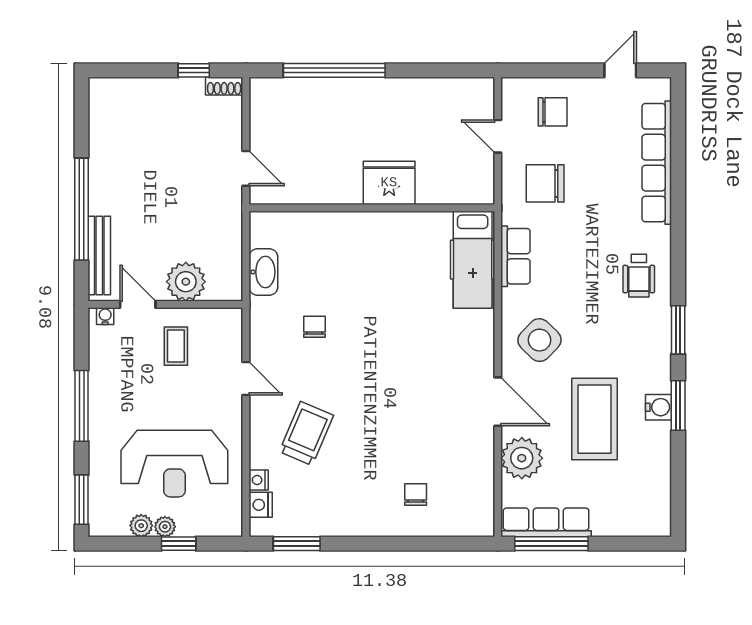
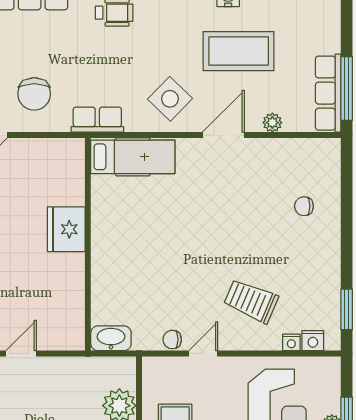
fridge: (389, 183) -> (66, 229), moved
wall: (372, 208) -> (88, 244), moved
hospital bed: (473, 260) -> (133, 157), moved
chair: (314, 327) -> (172, 340), moved
plant: (522, 458) -> (272, 123), width x0.53, depth x0.53

